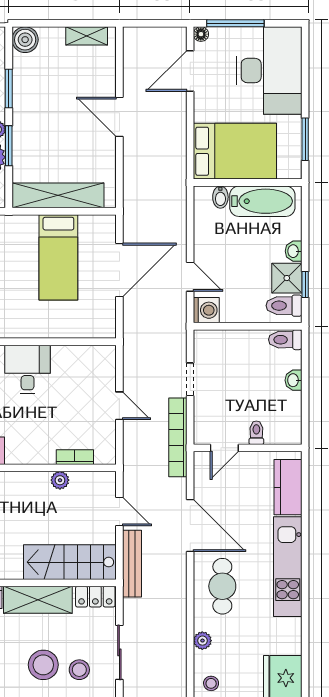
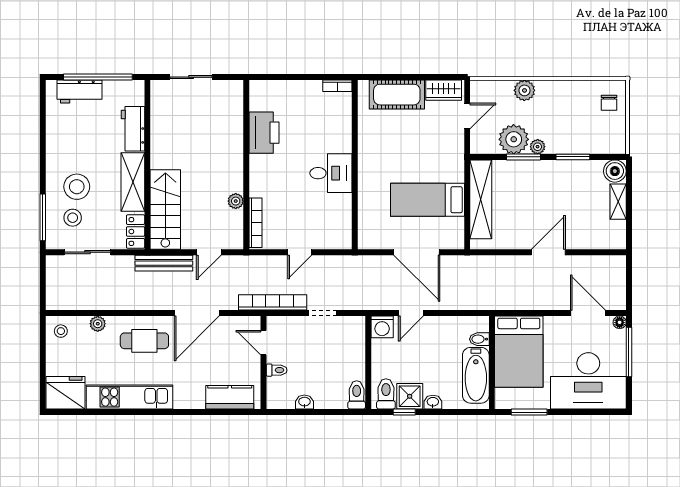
shelving: (87, 36) -> (618, 202), moved
washbasin: (293, 380) -> (304, 402), moved
bookcase: (75, 457) -> (256, 223), width x1.56
kitchen unit: (288, 567) -> (129, 397), moved

